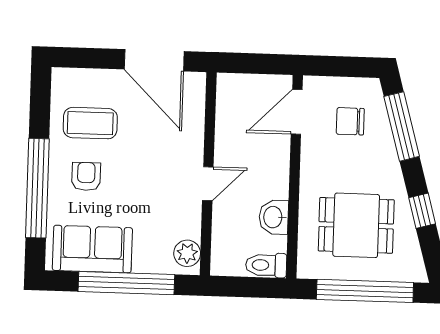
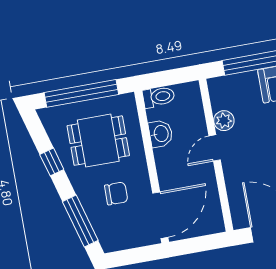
door: (297, 112) -> (160, 215), width x1.36
chair: (350, 121) -> (116, 193), moved
plant: (187, 253) -> (224, 121), moved

